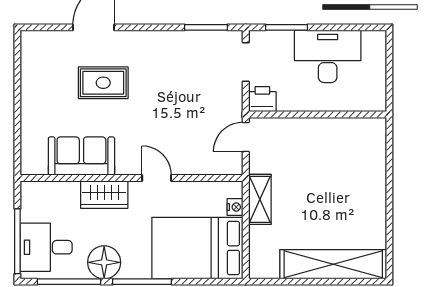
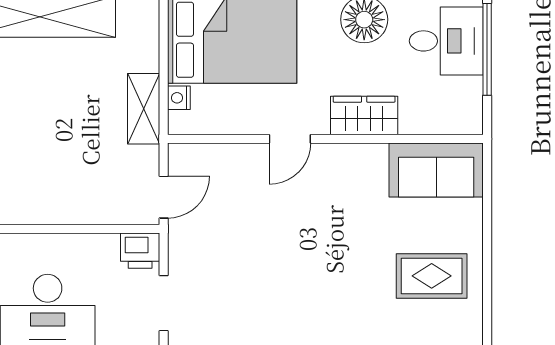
rug: (103, 83) -> (432, 276), moved
sofa: (81, 156) -> (436, 170), moved
door: (157, 178) -> (290, 139), hinge flipped

